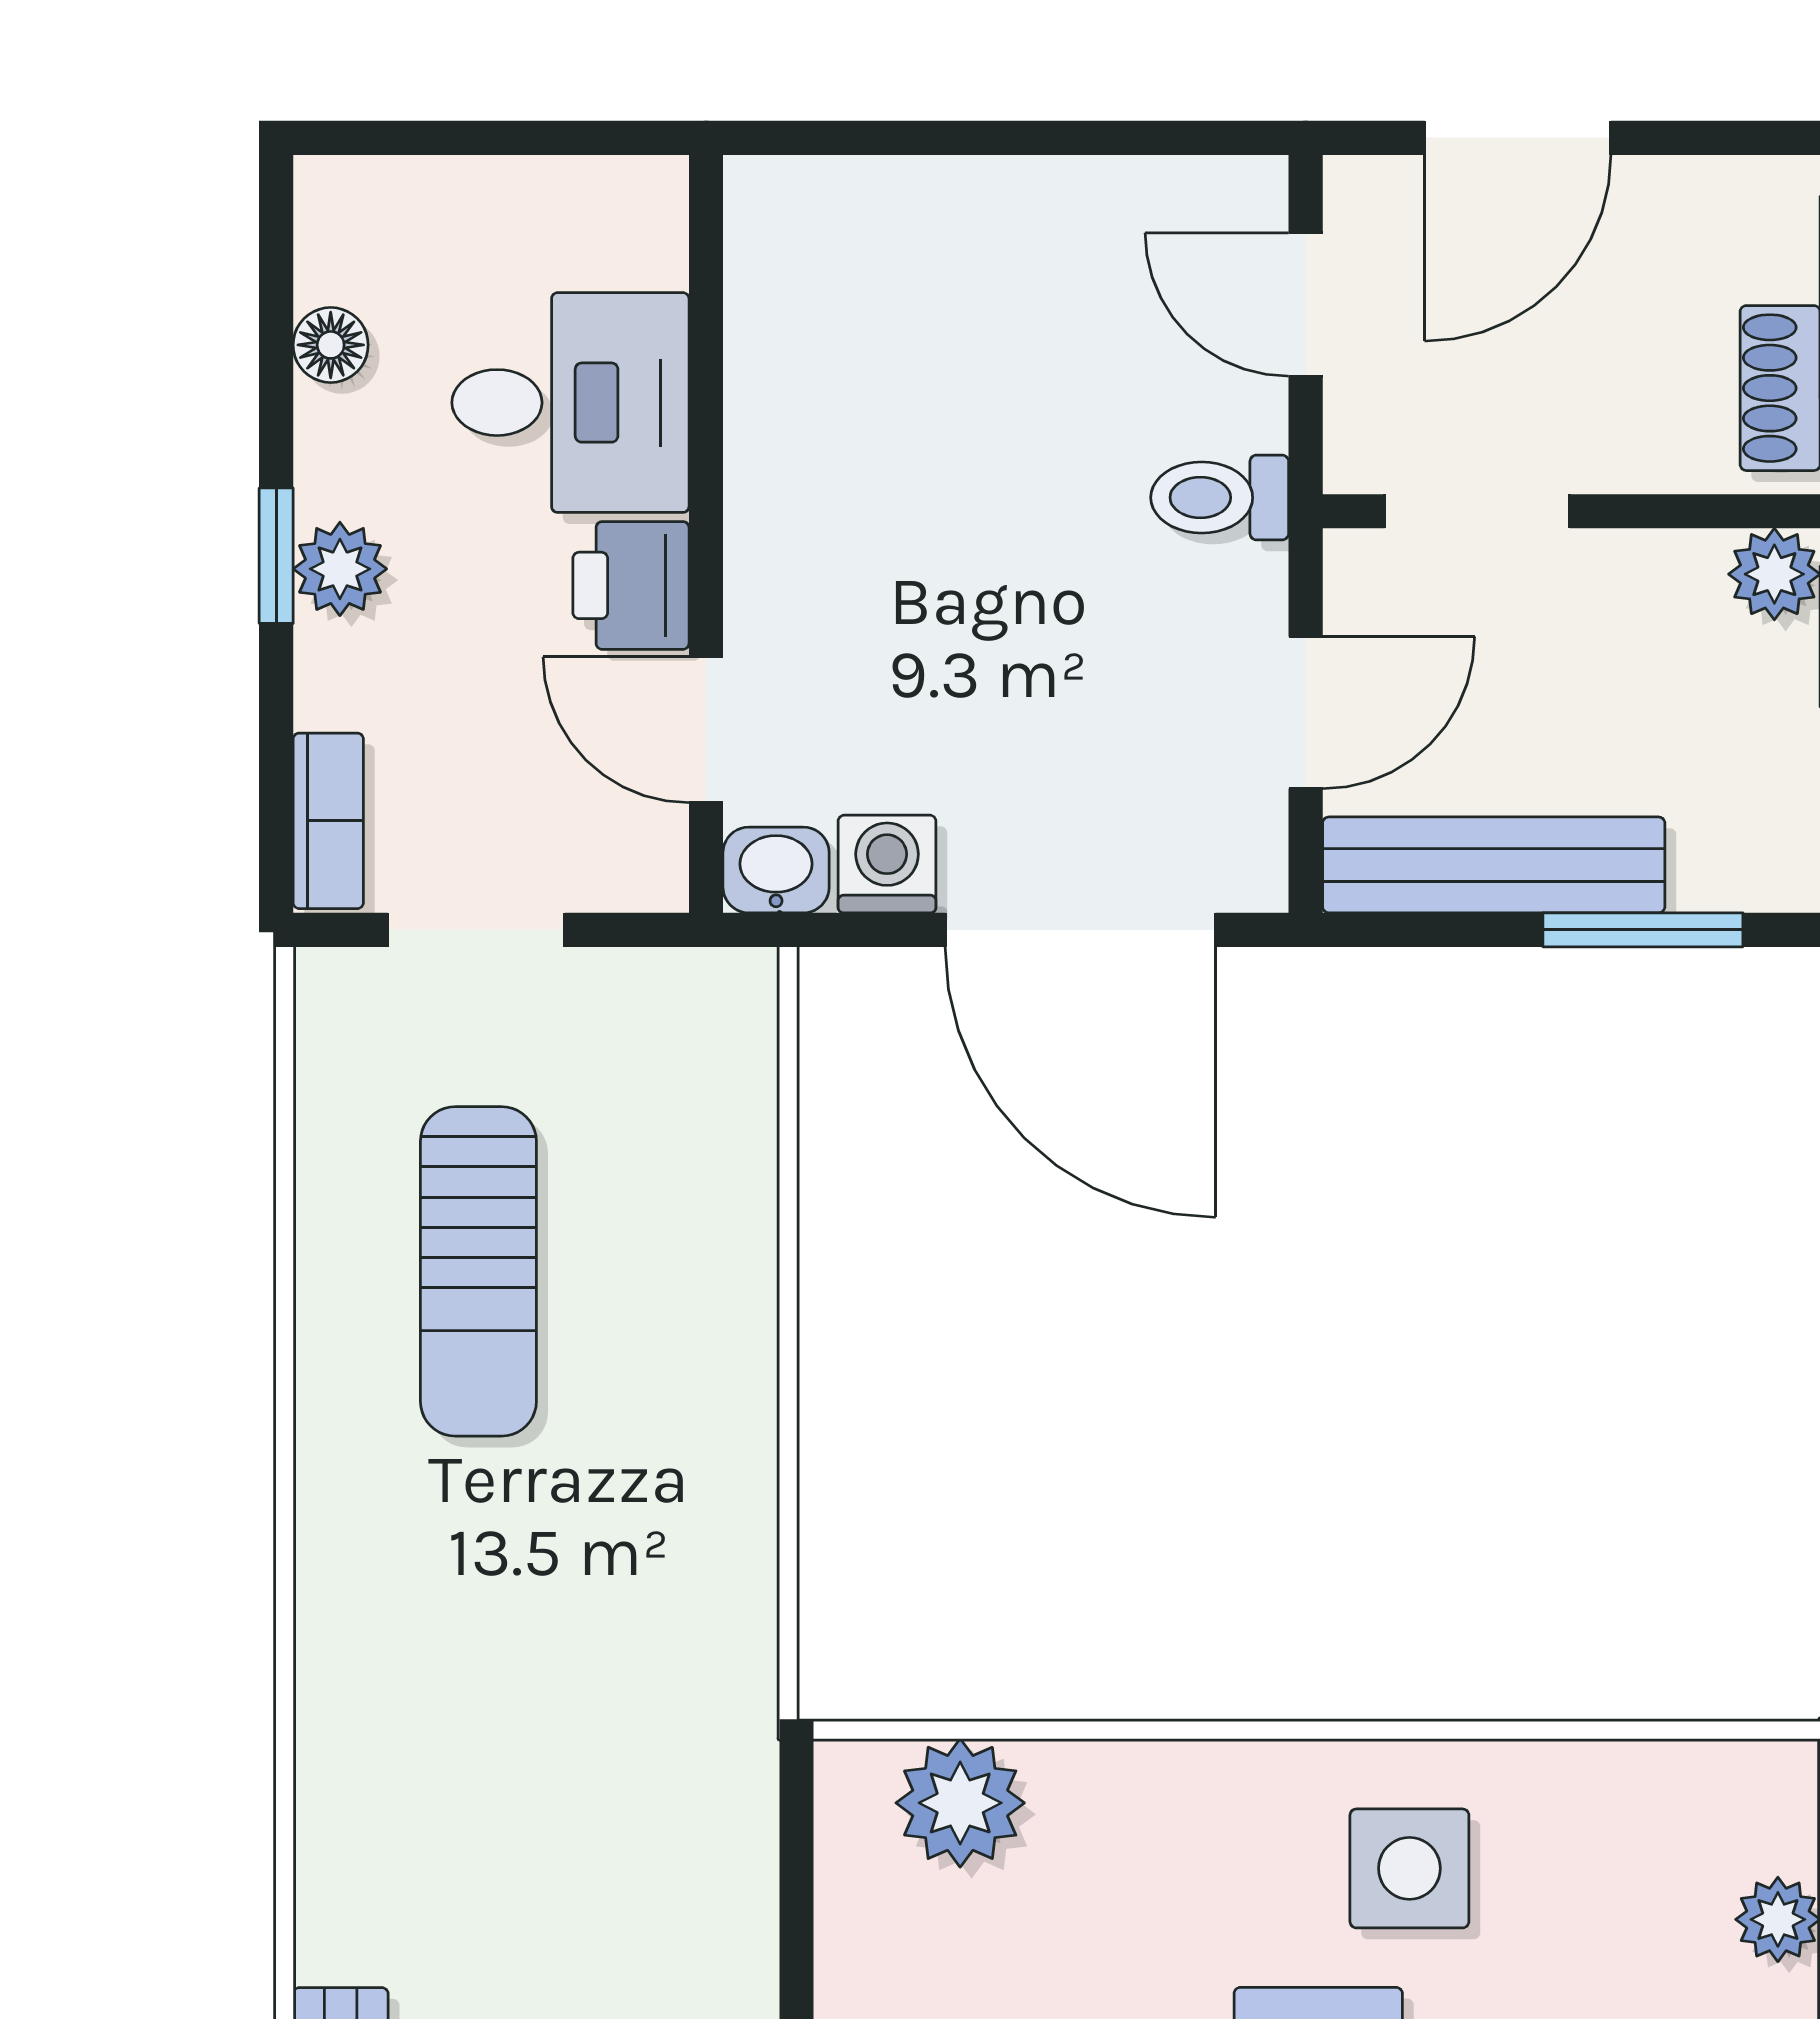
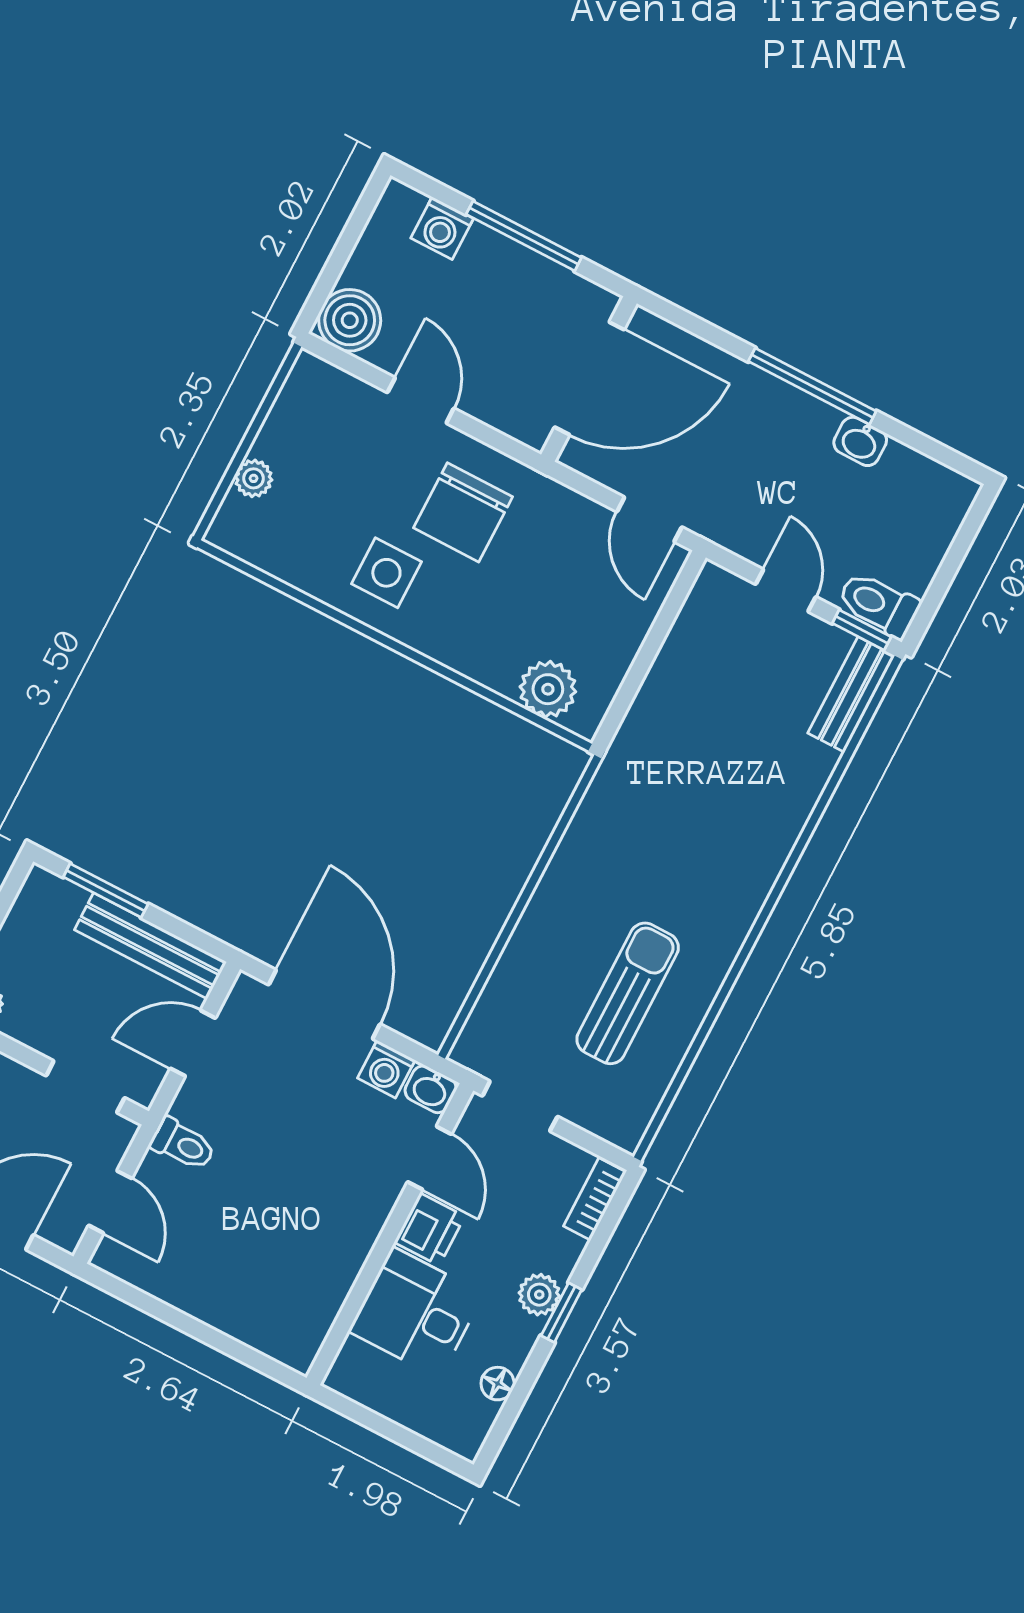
doorway: (476, 930) -> (520, 1106), moved

